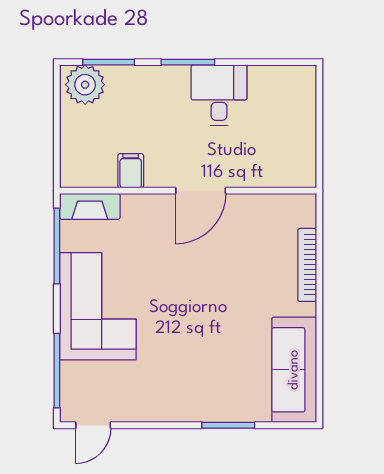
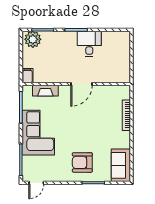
filing cabinet: (131, 171) -> (27, 76), moved
fireplace: (90, 206) -> (45, 91), moved
sofa: (294, 370) -> (121, 165), width x0.73
armchair: (203, 377) -> (82, 162), added

